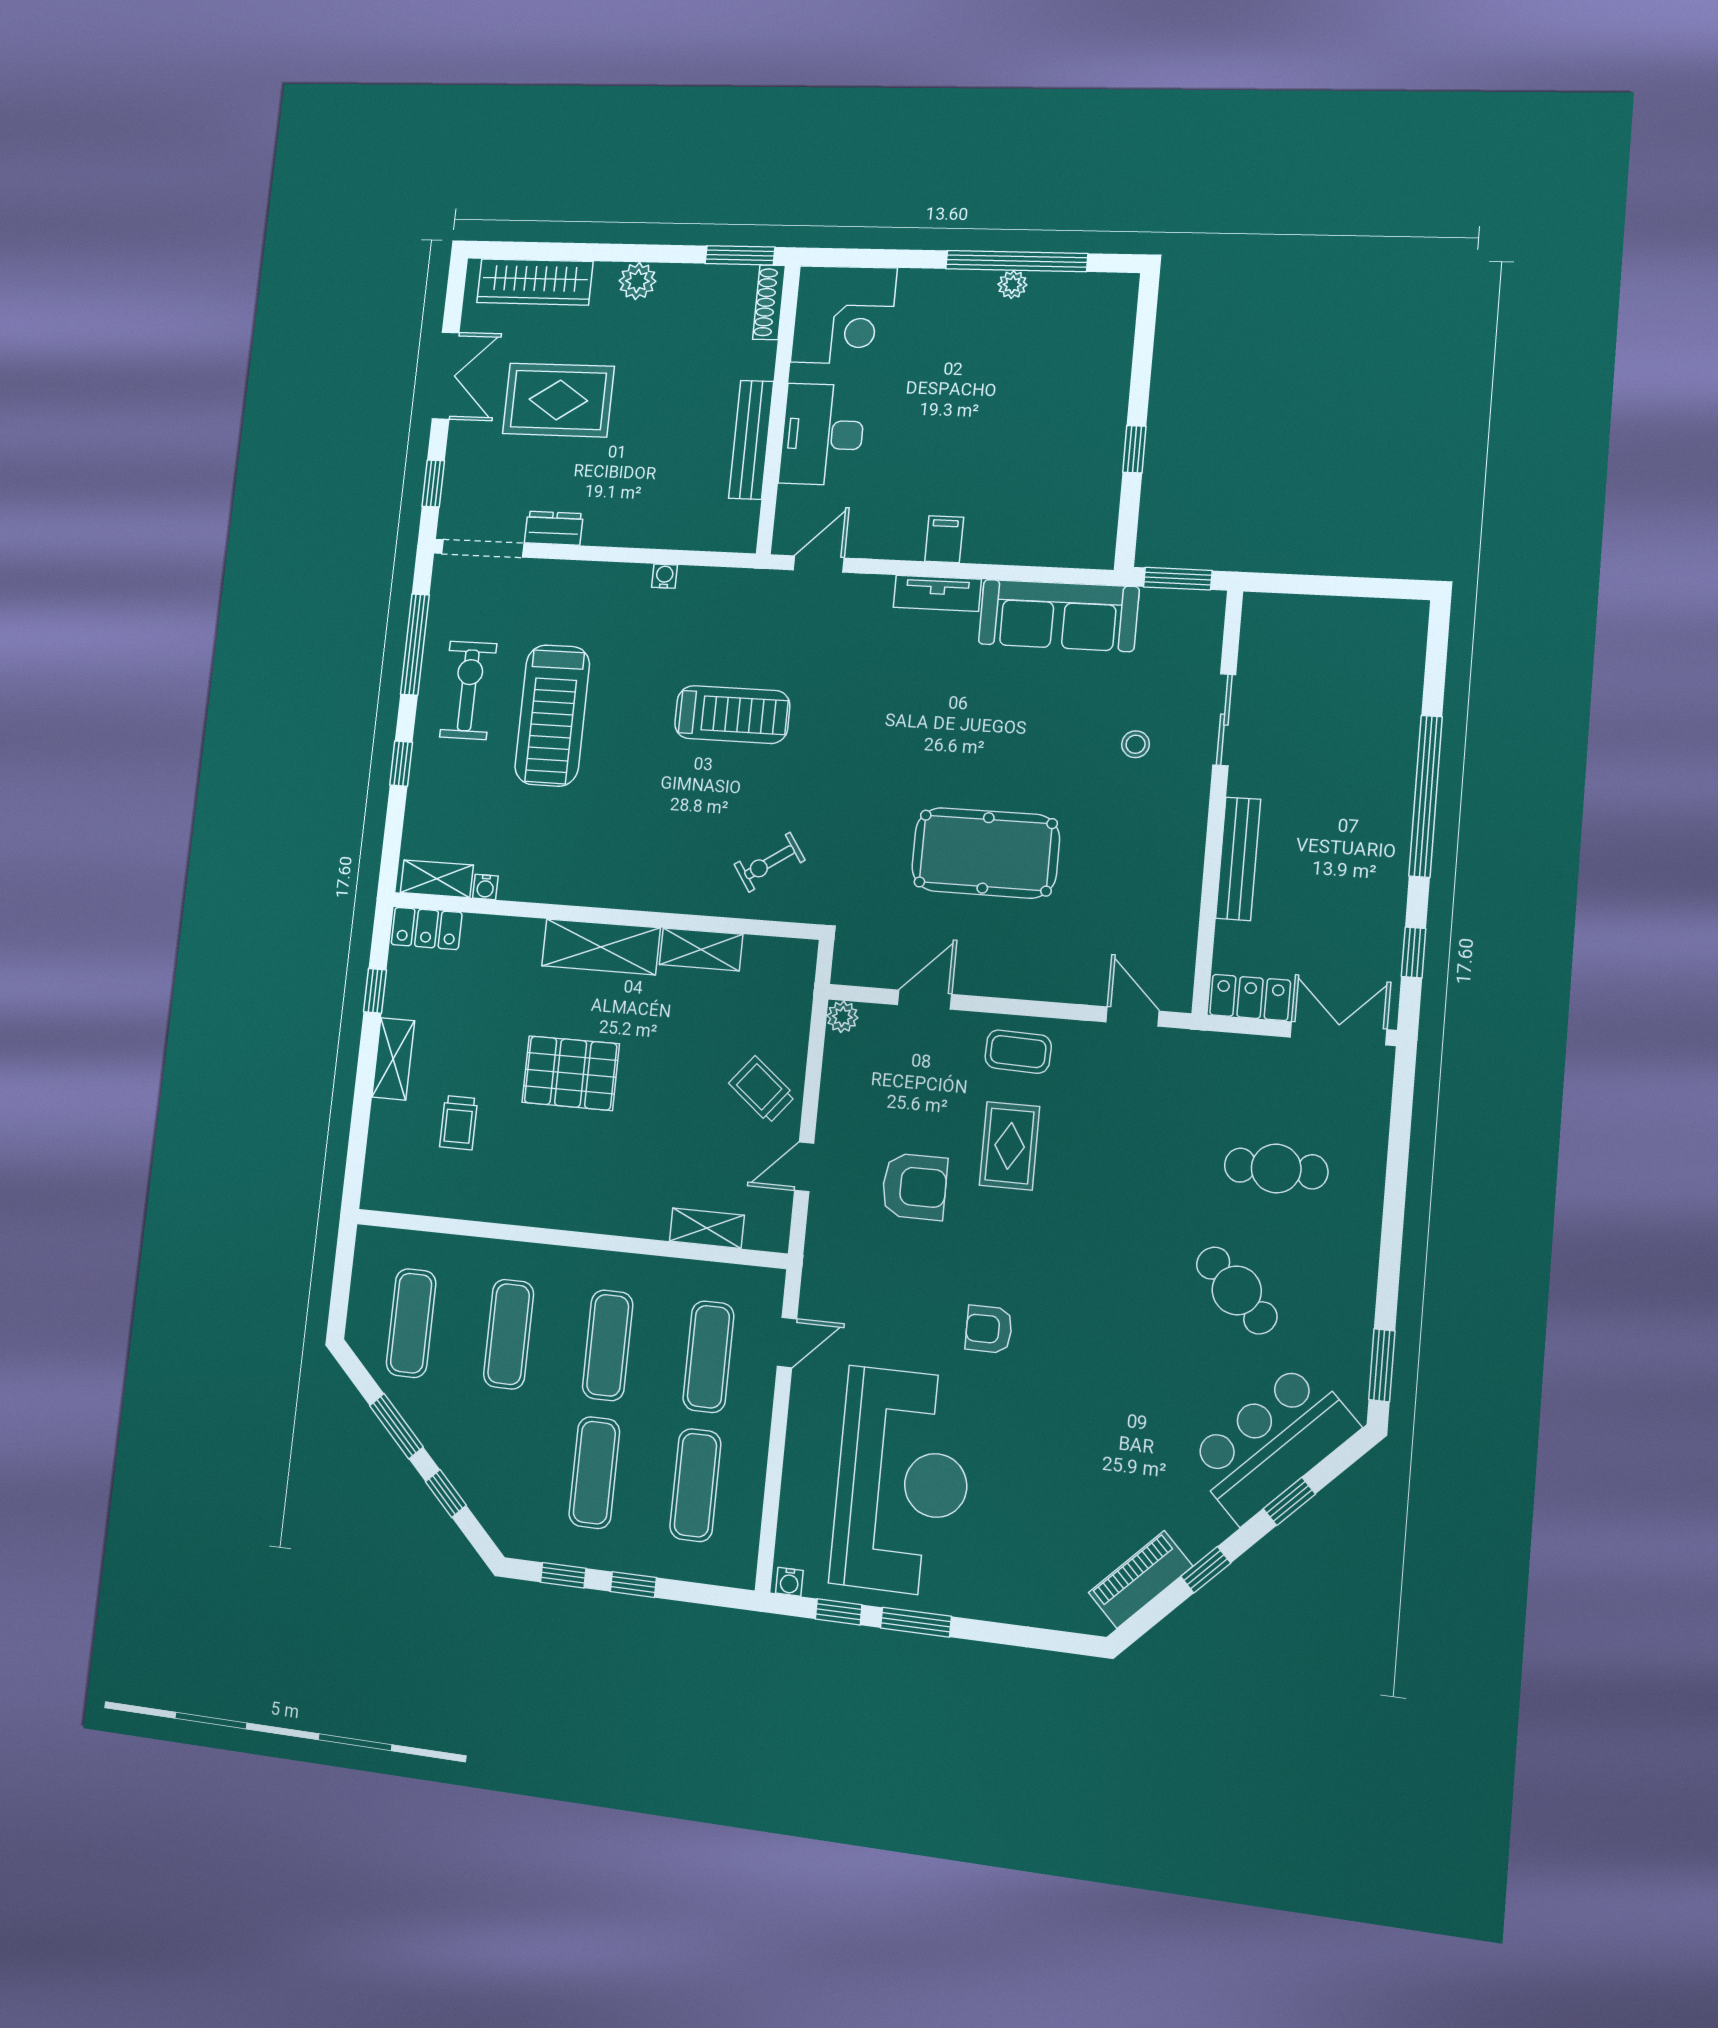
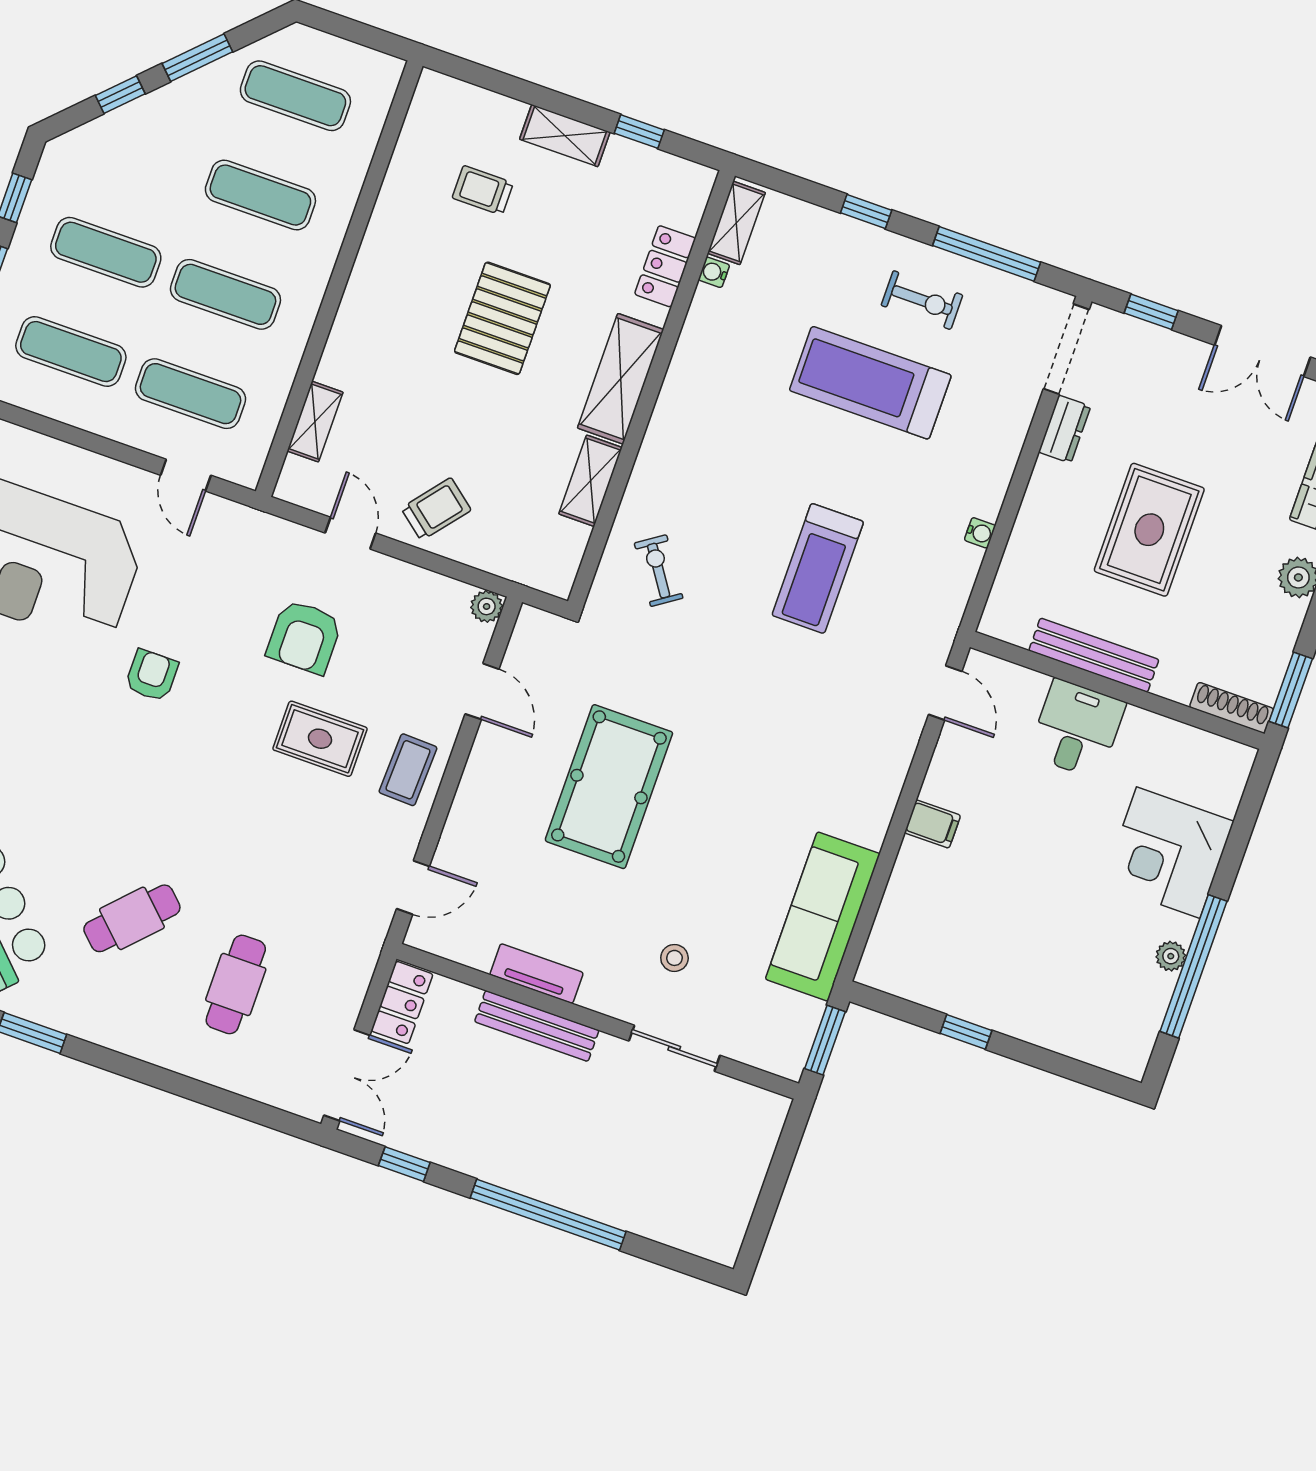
corner desk: (844, 315) -> (1168, 853), moved
rug: (558, 400) -> (1149, 530), moved
desk: (822, 434) -> (1077, 729), width x0.73
tv unit: (937, 593) -> (537, 974), moved, turned 90
exercise bike: (468, 690) -> (922, 300), width x0.73, depth x0.72
locker: (427, 929) -> (665, 266), moved

